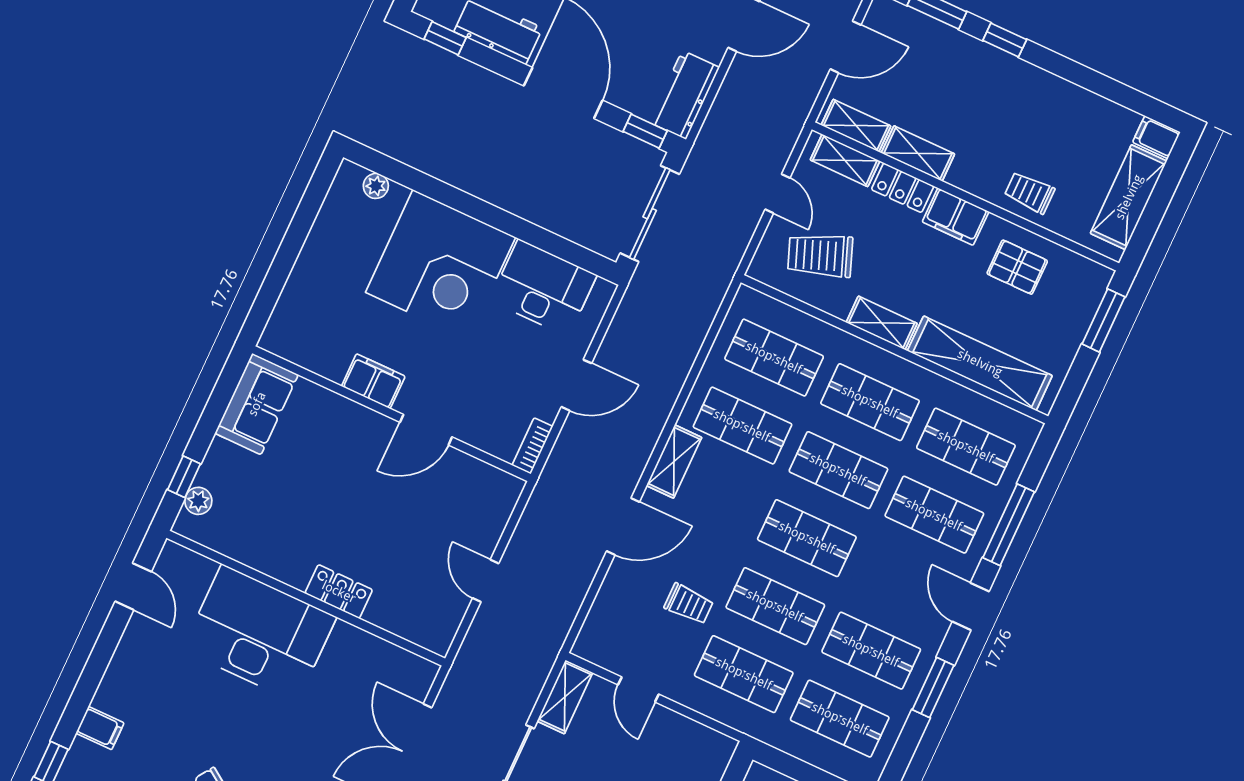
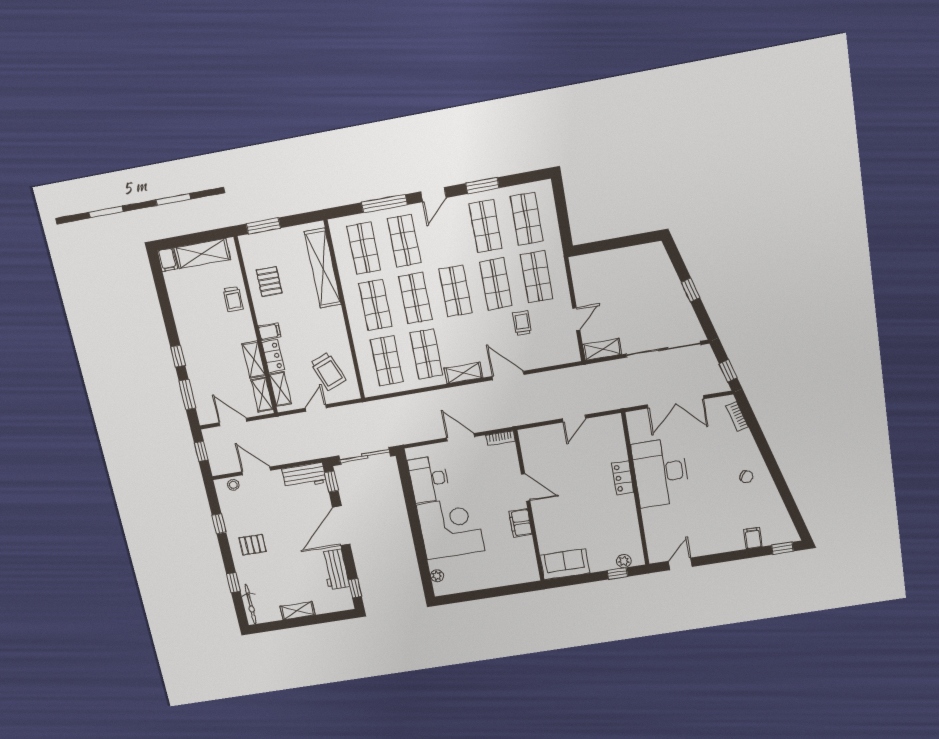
filing cabinet: (956, 217) -> (270, 332), width x0.50
shelving: (882, 323) -> (337, 324), removed
desk: (259, 633) -> (661, 473), moved

